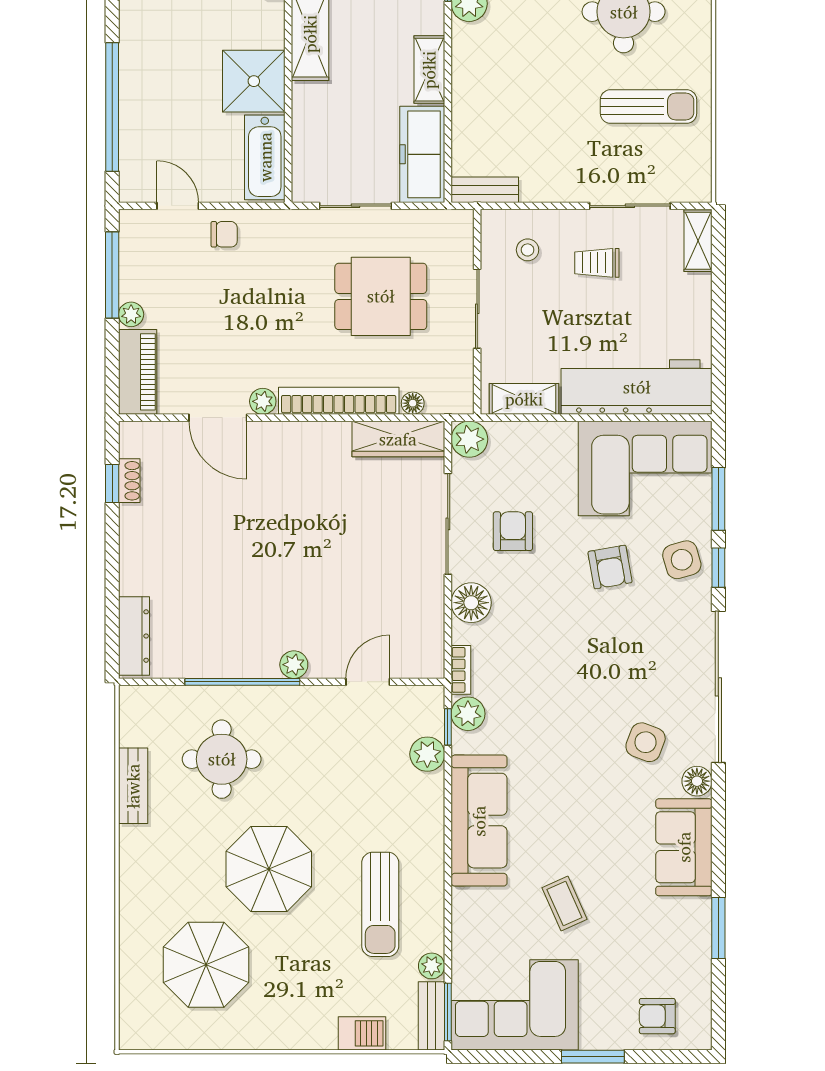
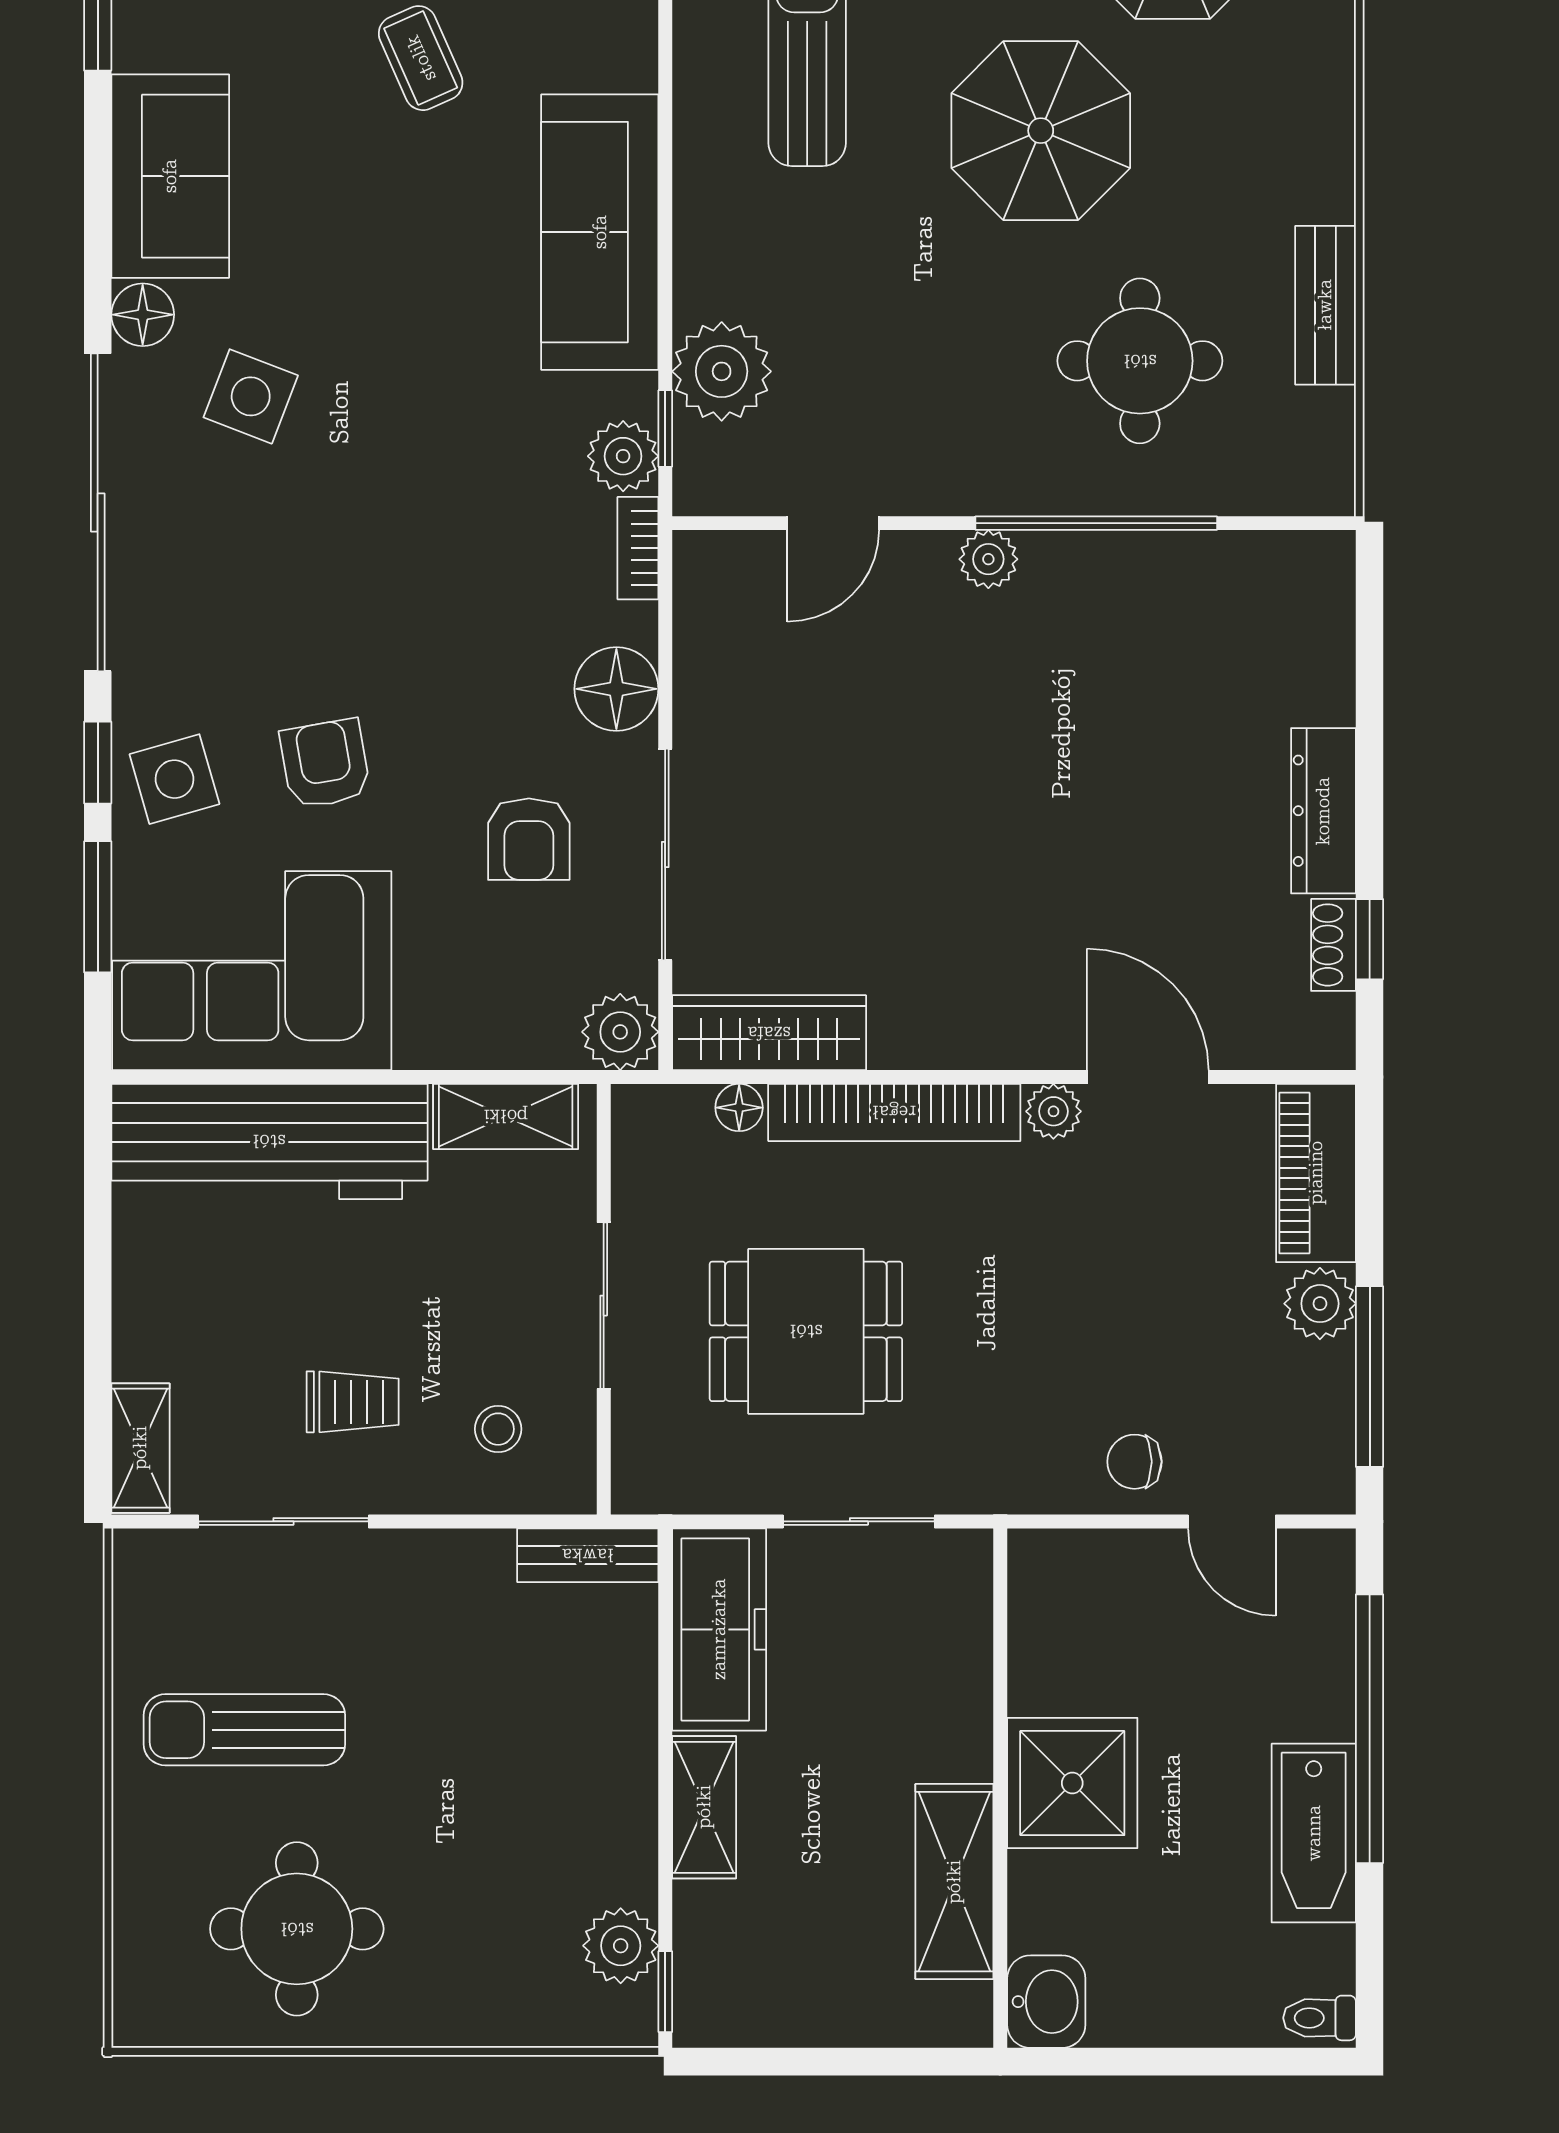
bathtub: (265, 157) -> (1314, 1833), moved, turned 180
plant: (131, 314) -> (1320, 1304), width x1.38, depth x1.38
dresser: (134, 636) -> (1323, 811), moved
plant: (427, 754) -> (722, 371), width x1.36, depth x1.36

